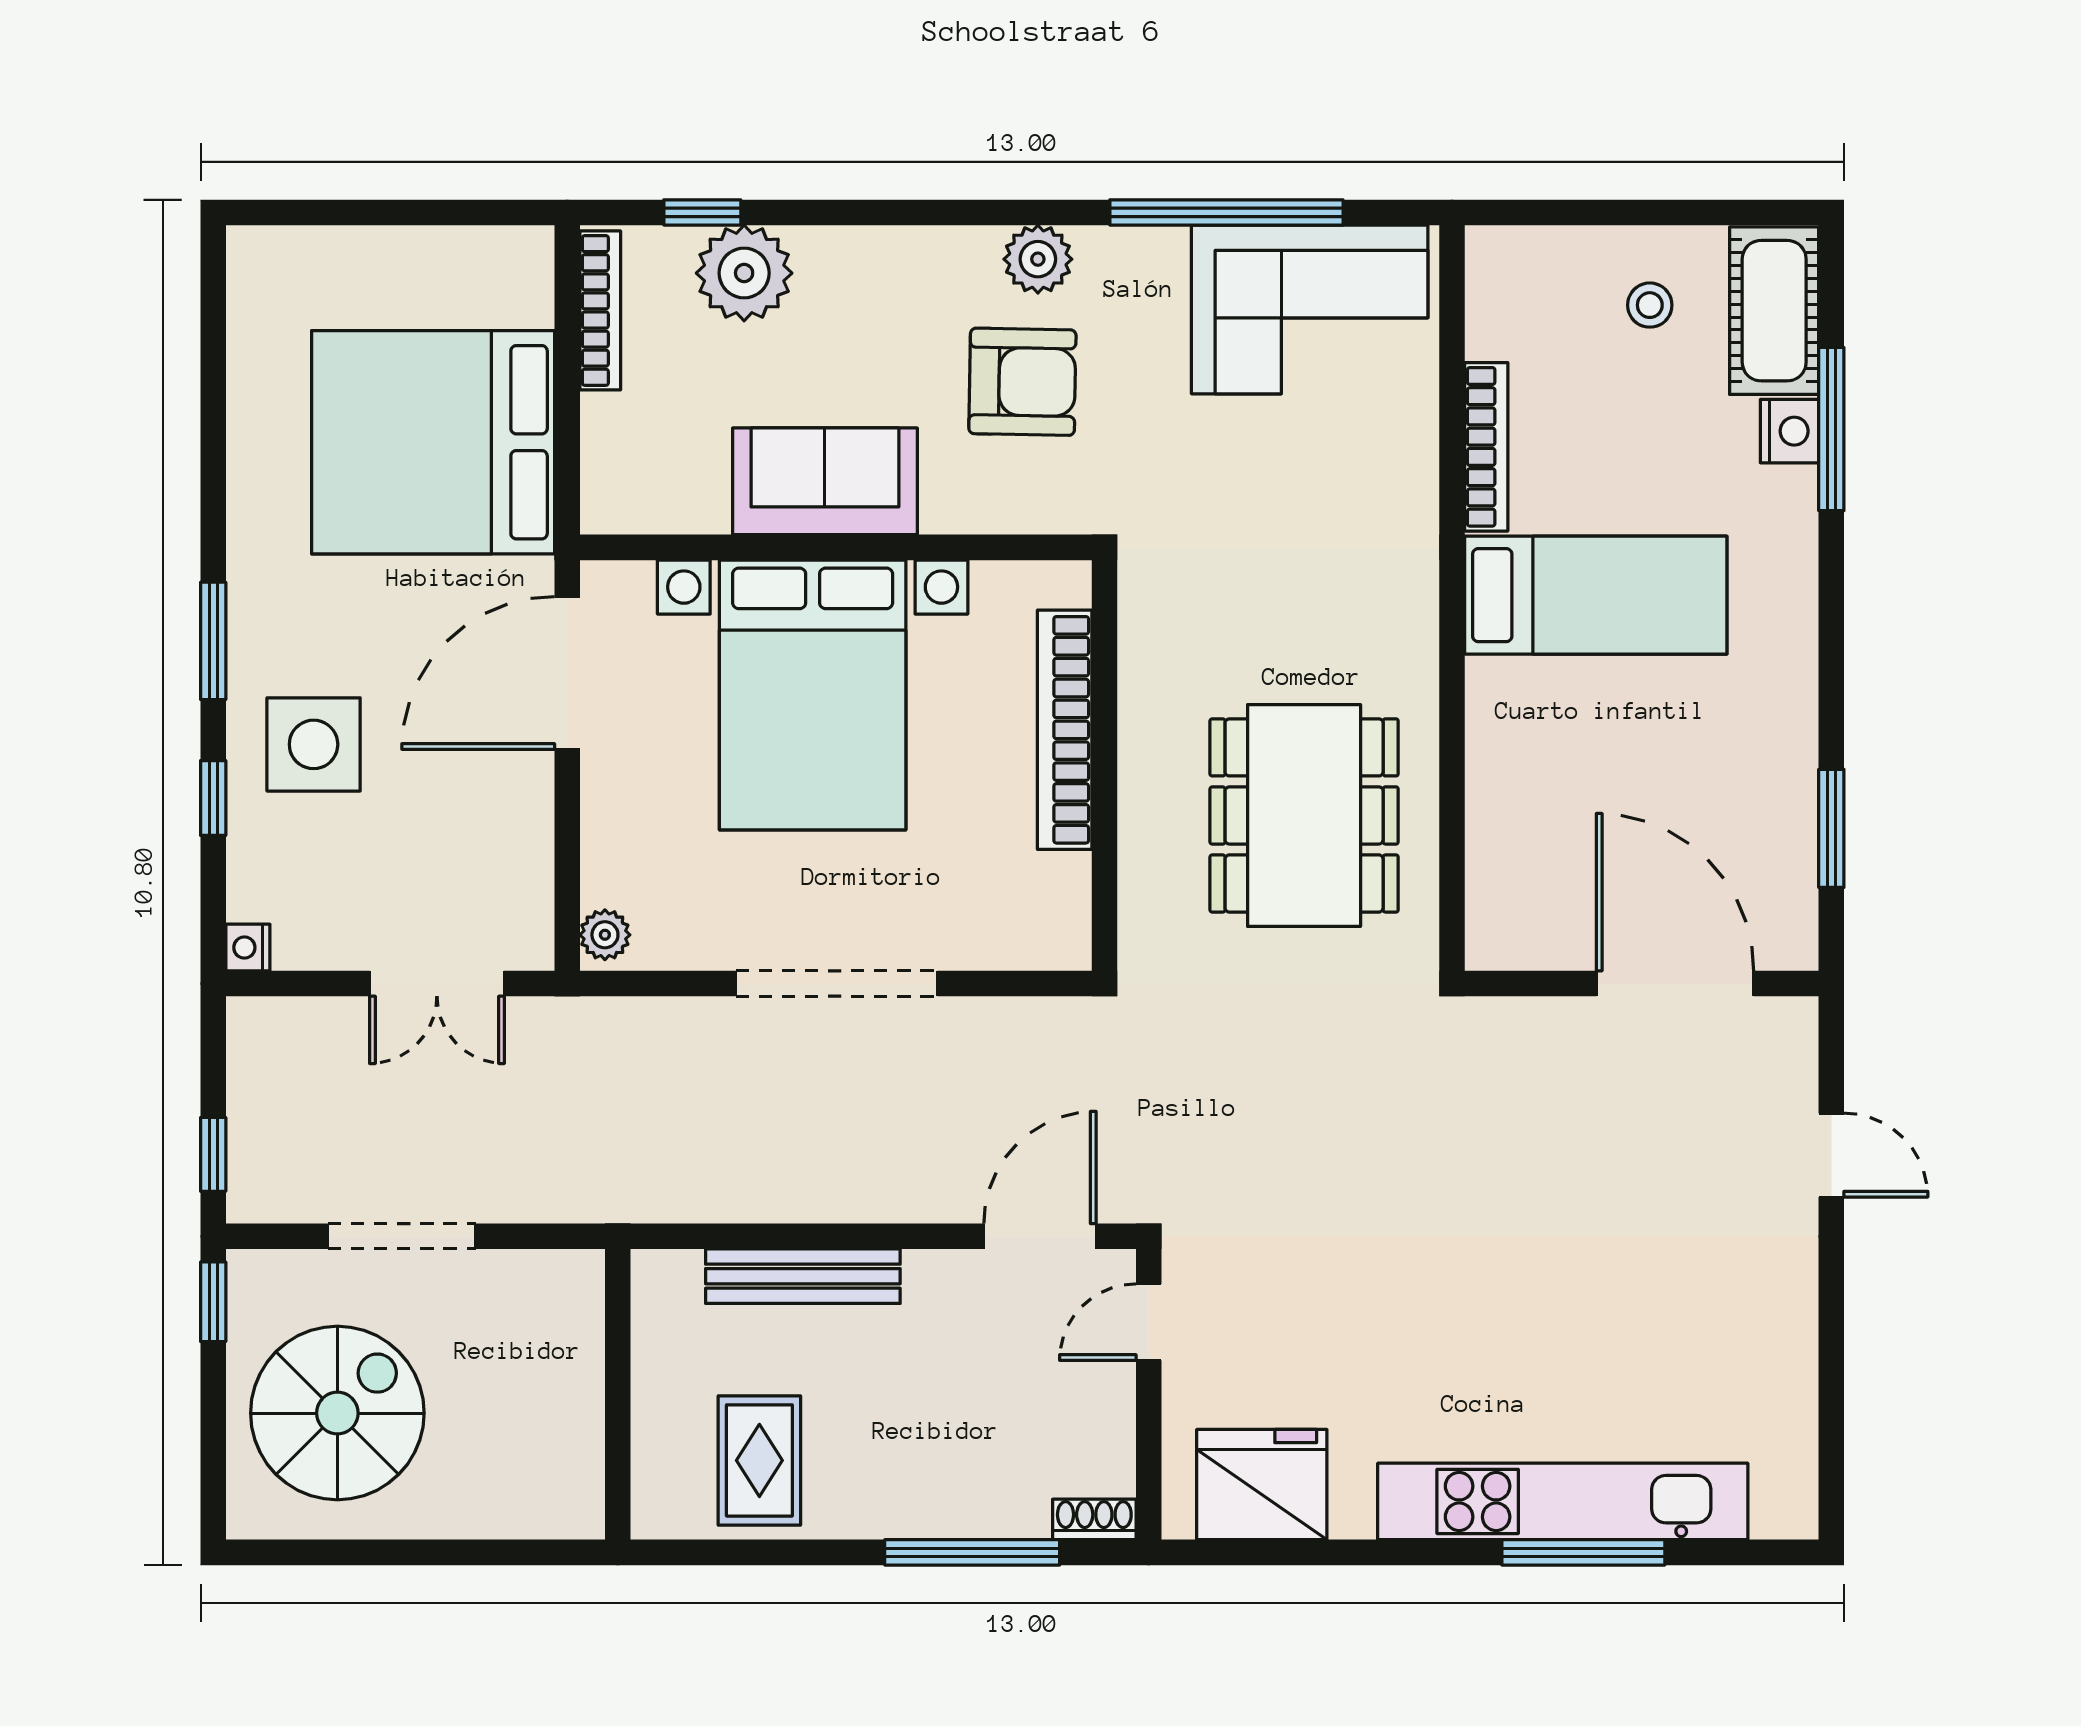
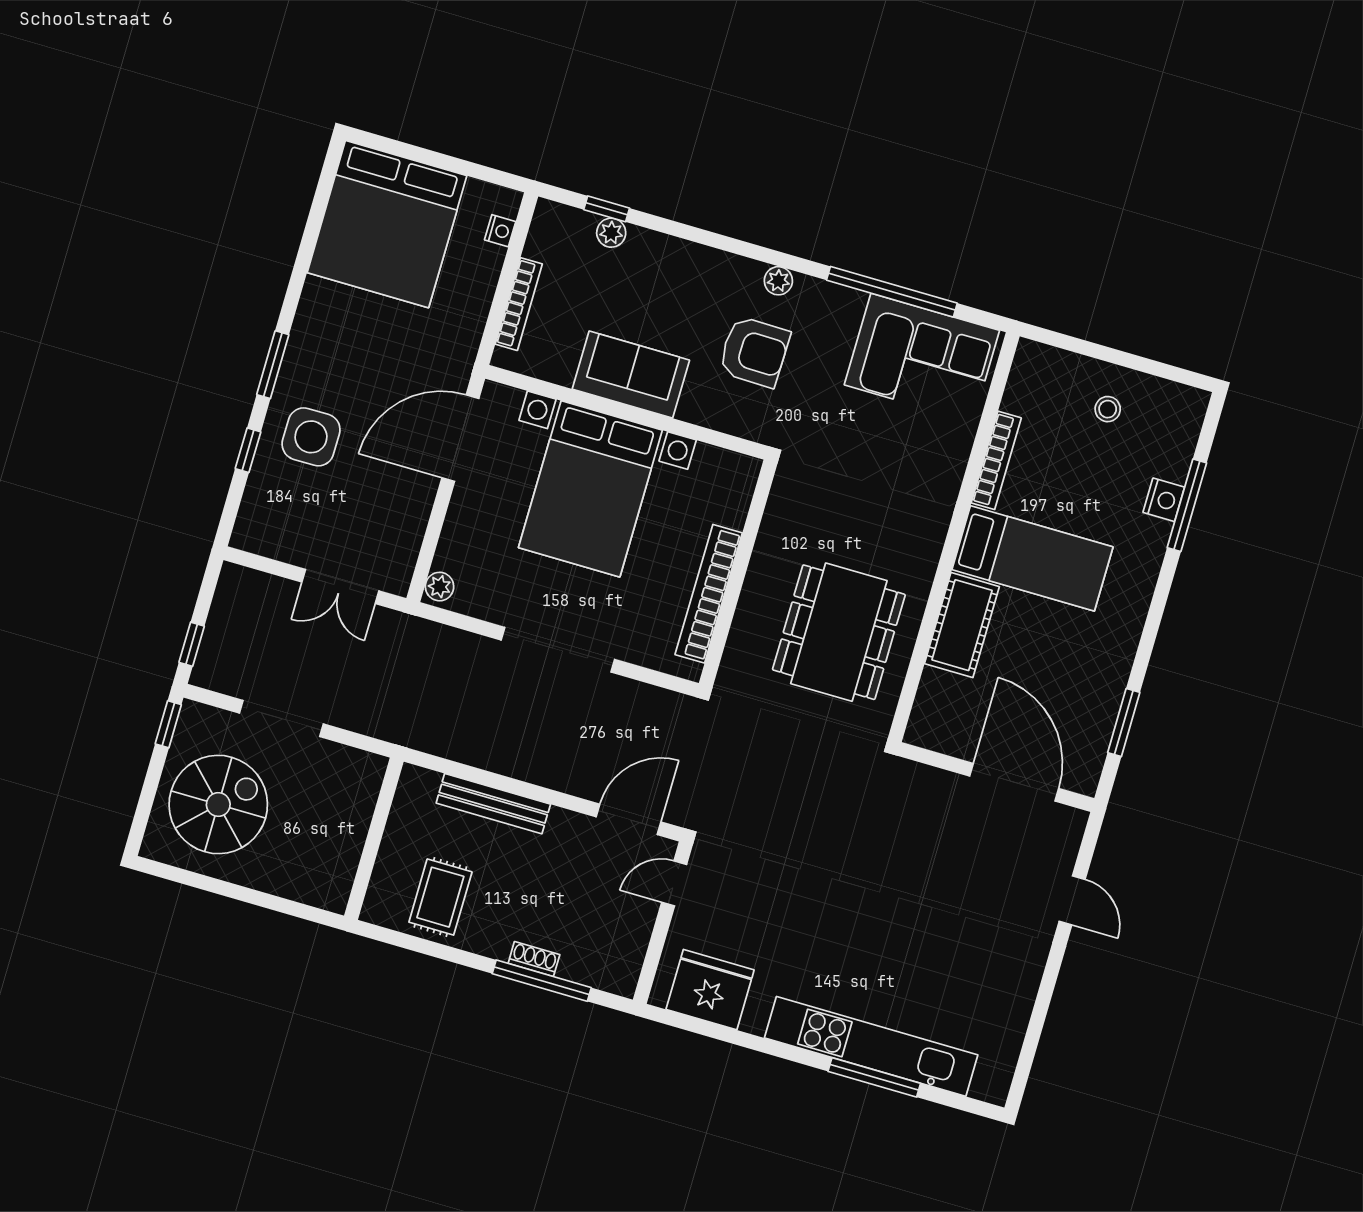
plant: (1038, 259) -> (778, 281), width x0.73, depth x0.73
plant: (744, 273) -> (611, 233), width x0.53, depth x0.53
bookcase: (600, 310) -> (519, 304), moved
cot: (1774, 311) -> (962, 625), moved
bed: (433, 442) -> (387, 224), moved, turned -90
bookcase: (1065, 730) -> (709, 594), moved
nightstand: (248, 948) -> (500, 231), moved, turned 180
shoe rack: (1094, 1519) -> (534, 959), moved

